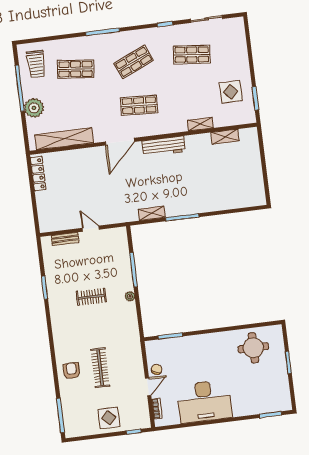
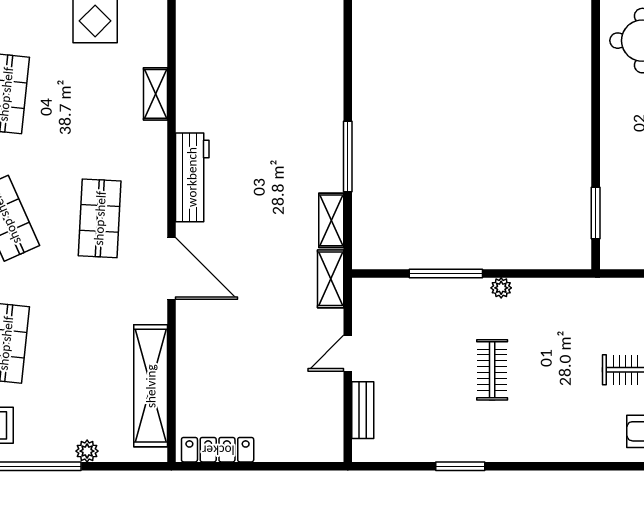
plant: (34, 108) -> (87, 451), width x0.53, depth x0.53
shelving: (225, 137) -> (331, 279), moved

